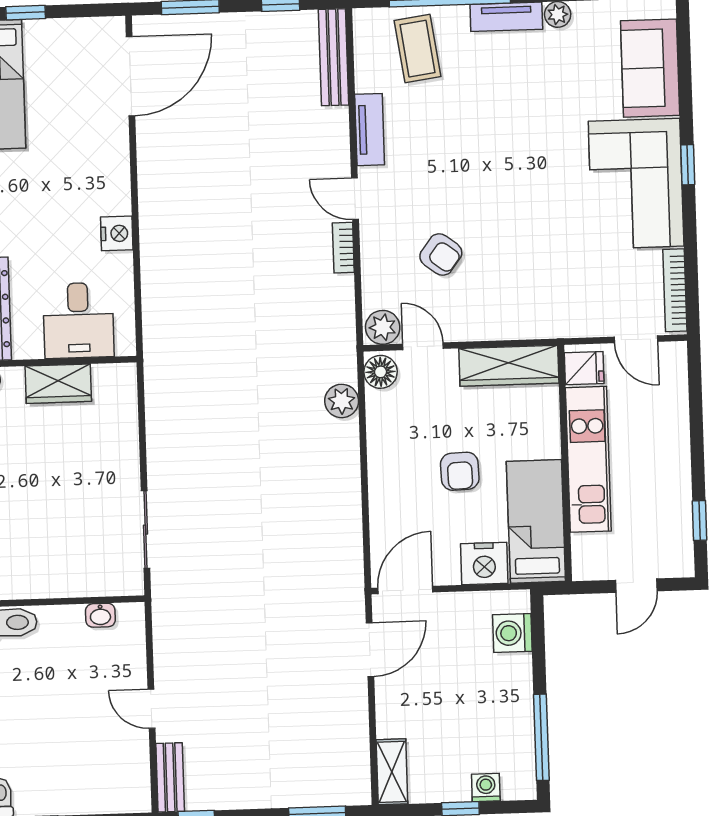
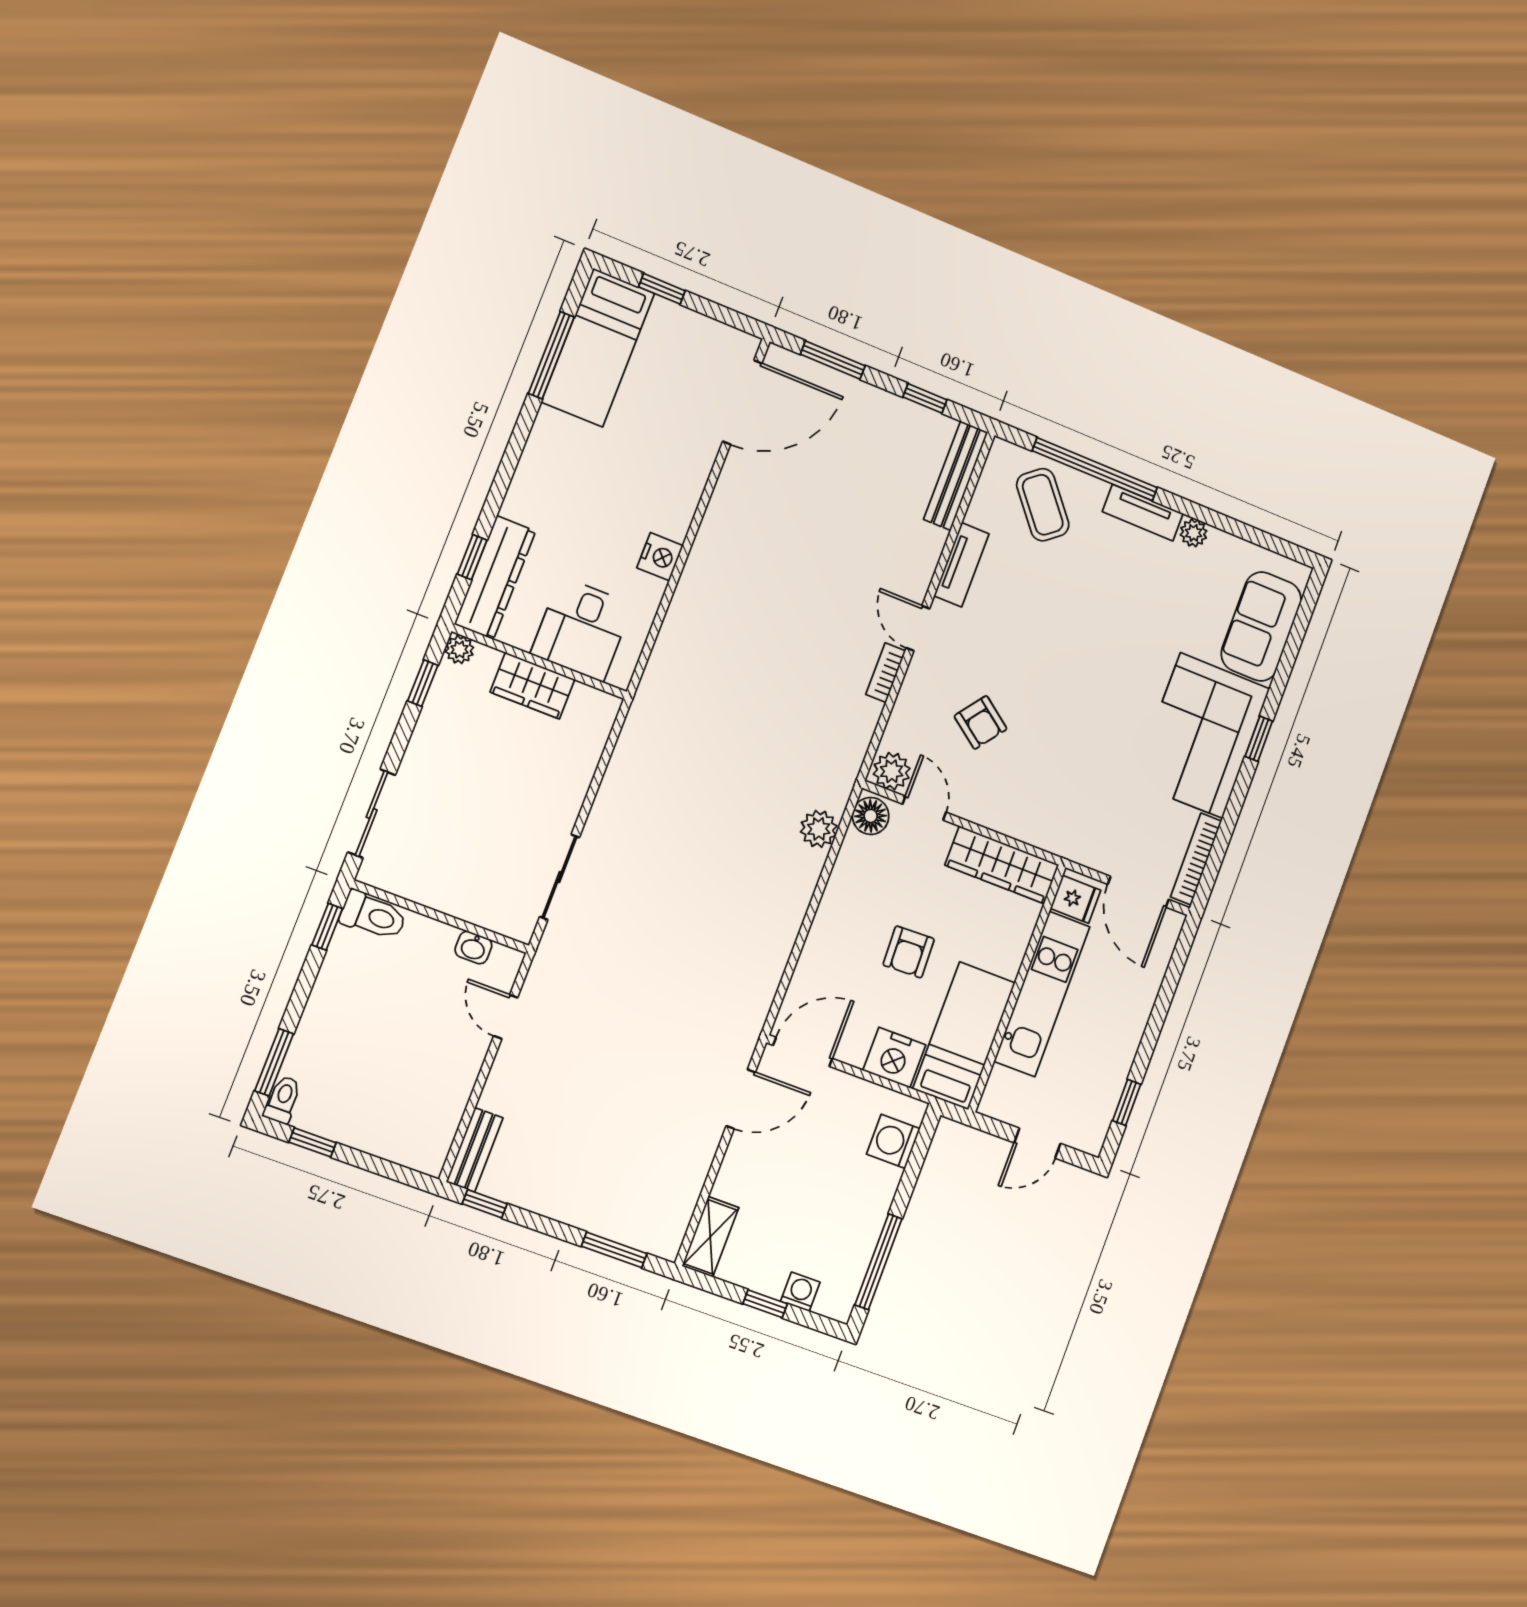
coffee table: (418, 49) -> (1043, 505), turned -31
door: (636, 339) -> (1138, 892), width x1.38
door: (151, 709) -> (506, 1017), moved

